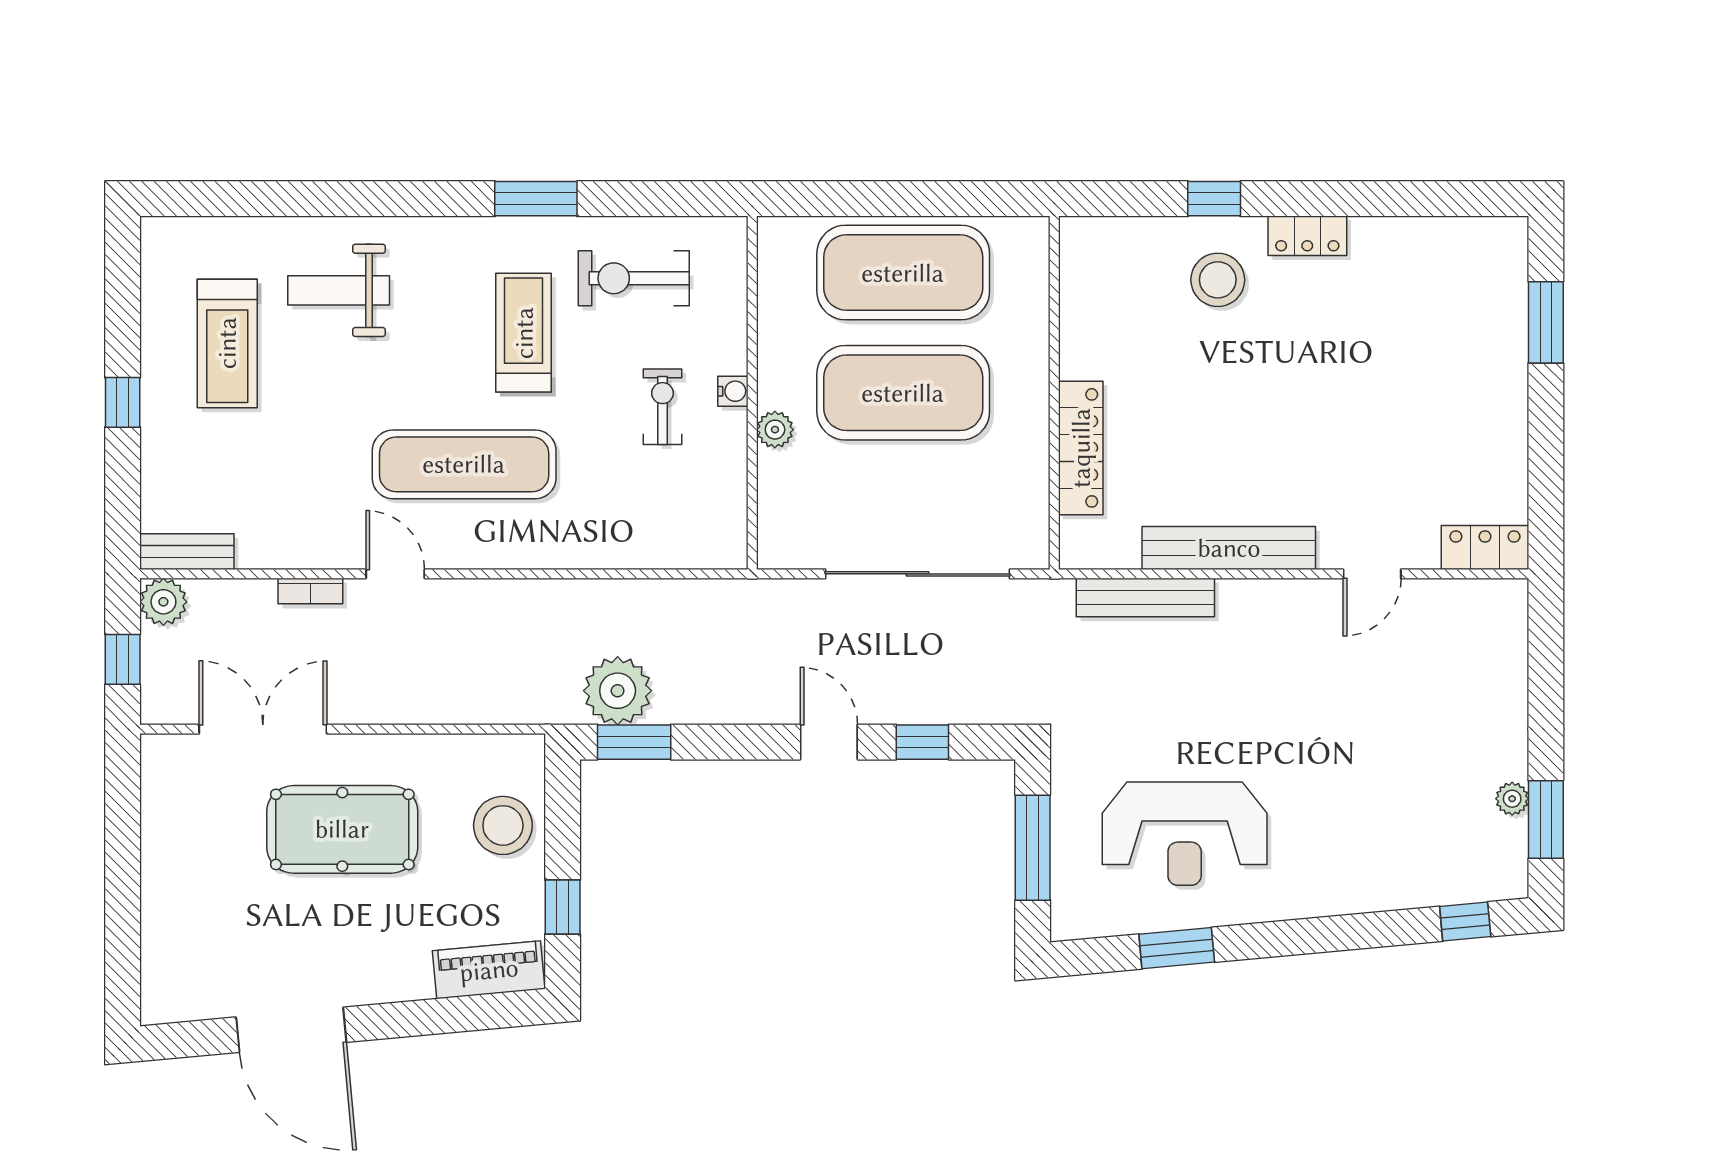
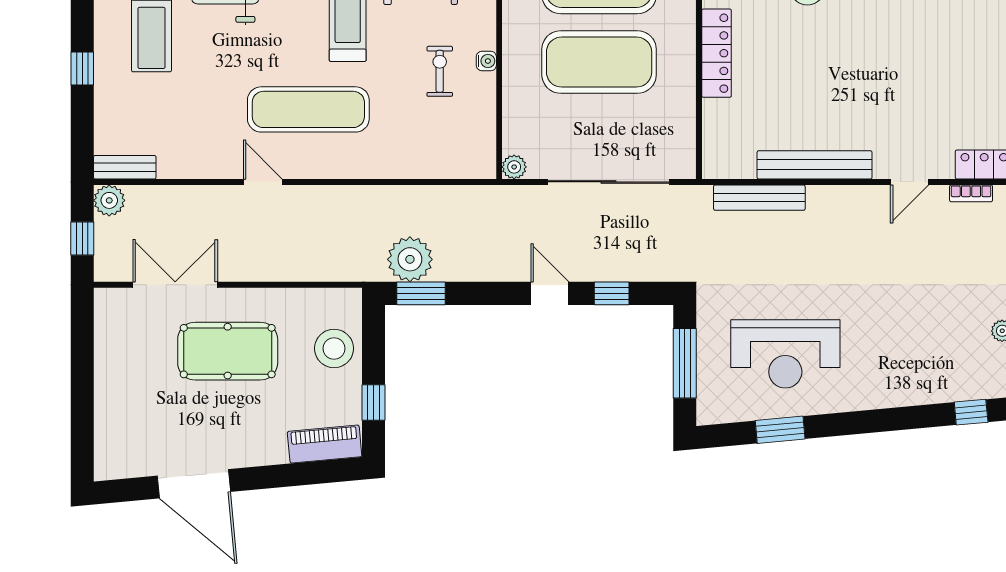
plant: (775, 430) -> (514, 167), moved
locker: (1081, 448) -> (717, 53), moved
bookcase: (310, 591) -> (971, 193), moved

